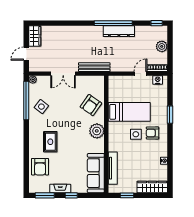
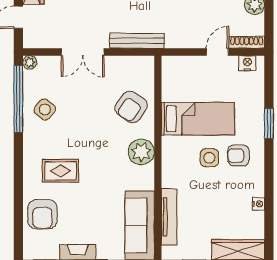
rug: (50, 142) -> (60, 171), turned 90

